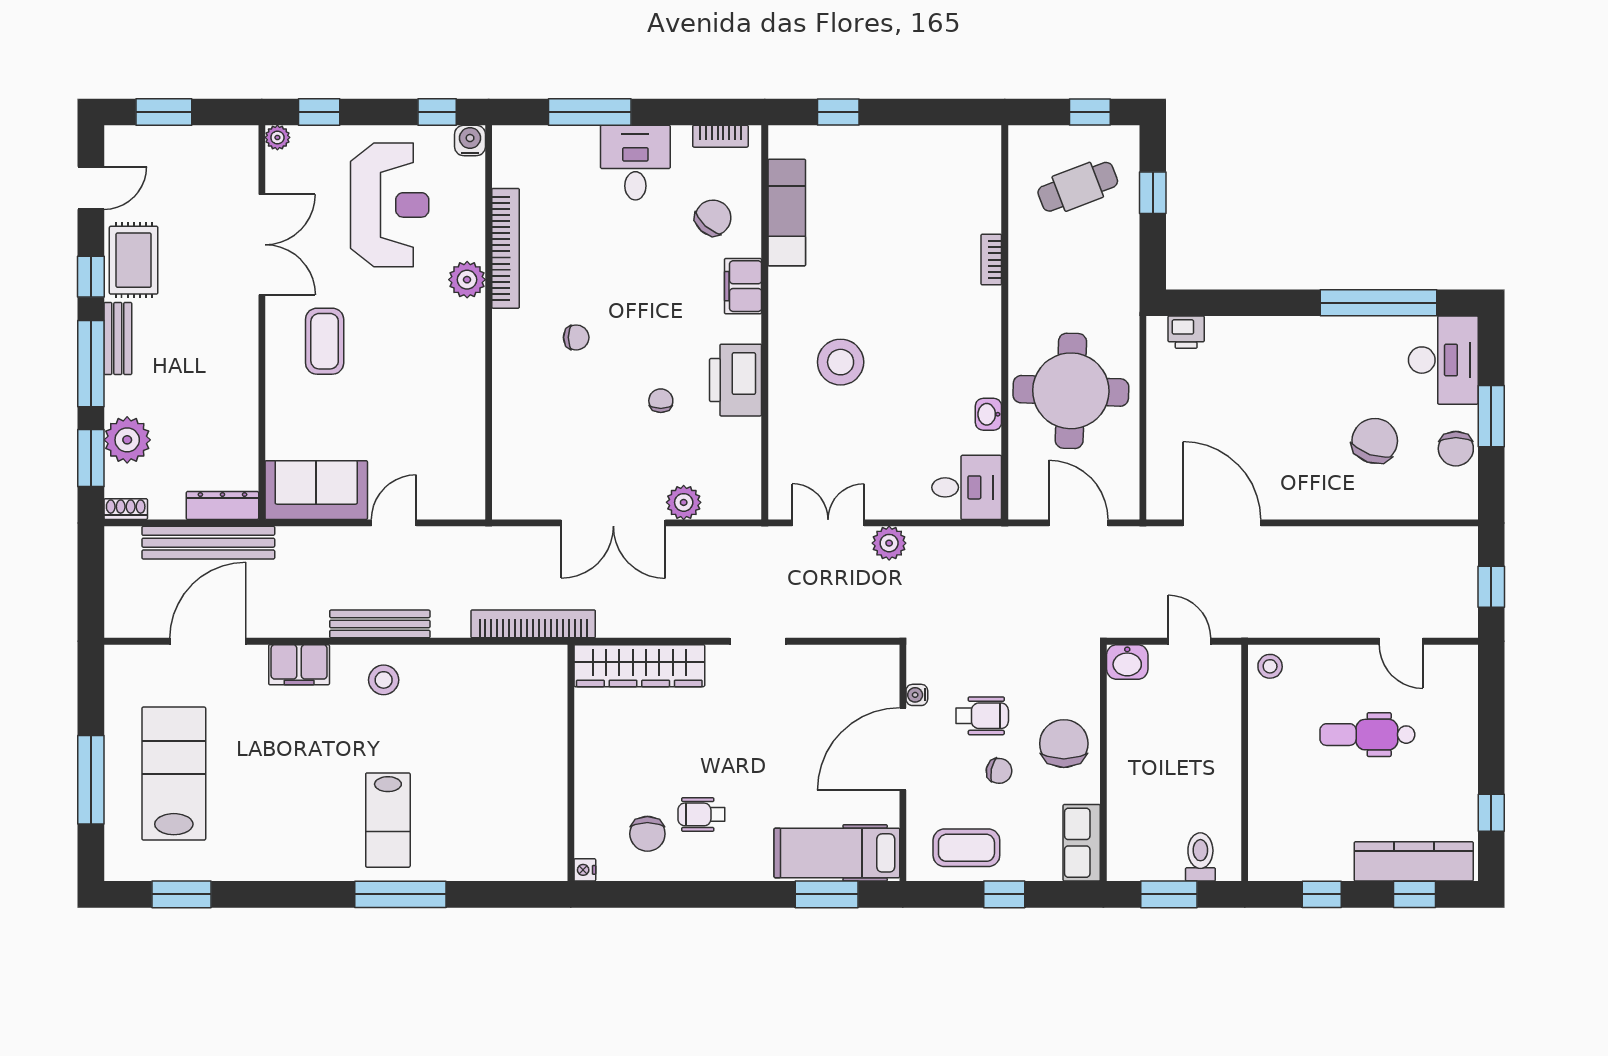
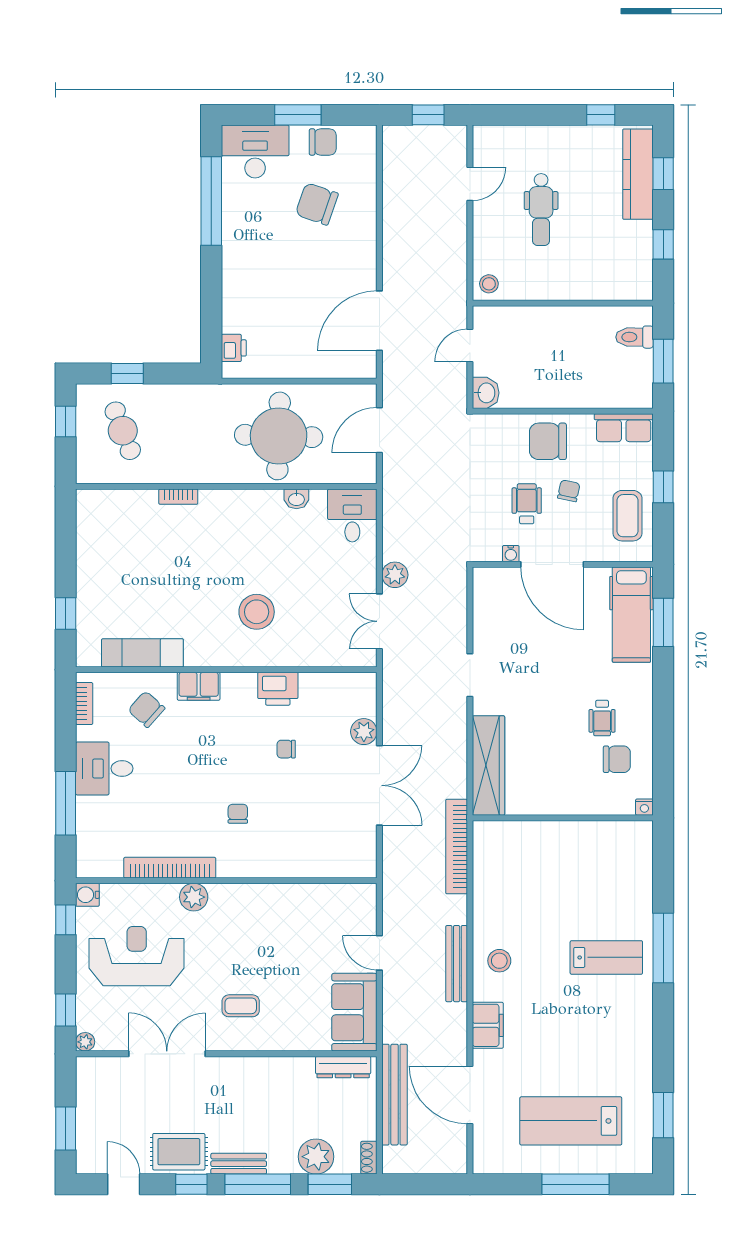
coffee table: (325, 341) -> (241, 1006), width x0.73, depth x0.77
printer: (736, 380) -> (278, 689), width x0.73, depth x0.84
dresser: (222, 506) -> (343, 1067), moved, turned -90

